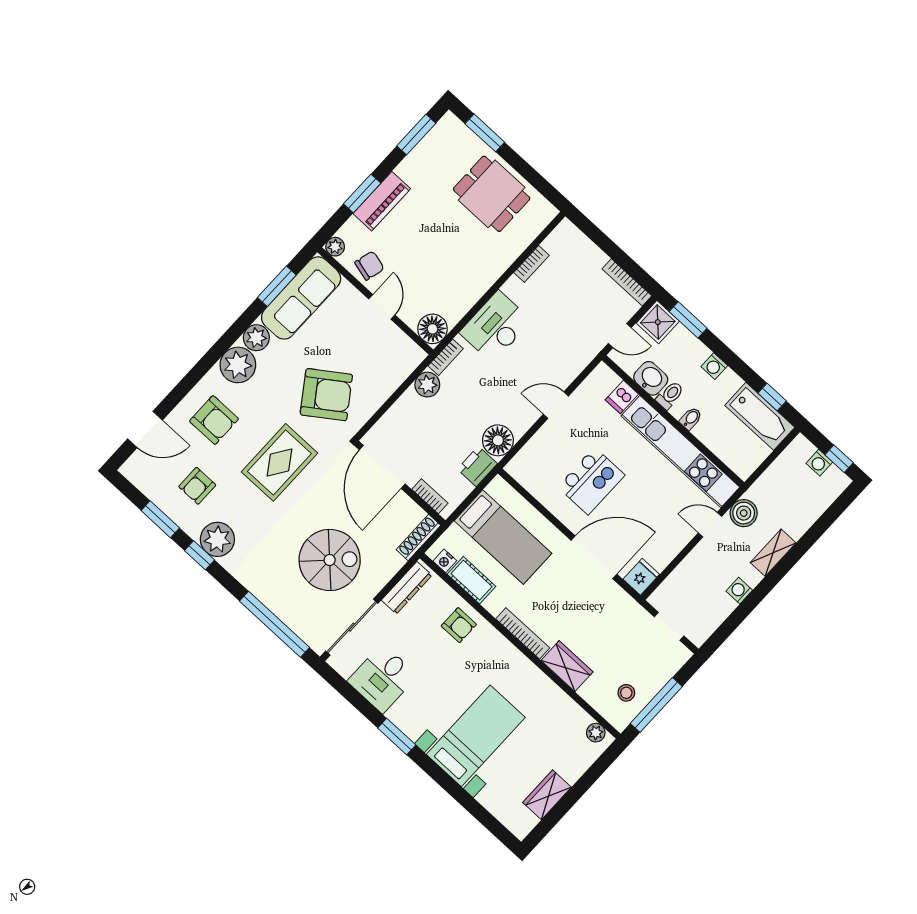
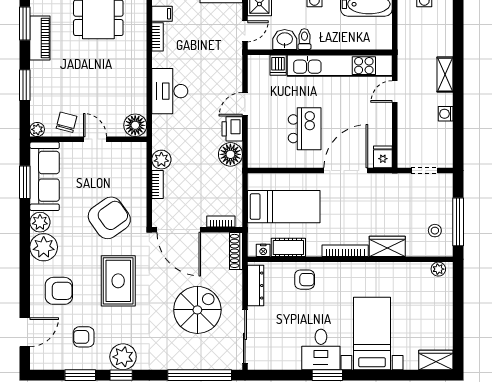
piano: (382, 201) -> (40, 38), moved
filing cabinet: (556, 246) -> (162, 14), added
bookcase: (446, 357) -> (157, 185), moved
bidet: (691, 418) -> (328, 41), removed
printer: (477, 466) -> (232, 129), moved
armchair: (197, 486) -> (84, 337), turned 90
boiler: (744, 513) -> (408, 67), removed
desk: (383, 678) -> (321, 349), moved
wardrobe: (547, 795) -> (436, 360), moved, turned 90

